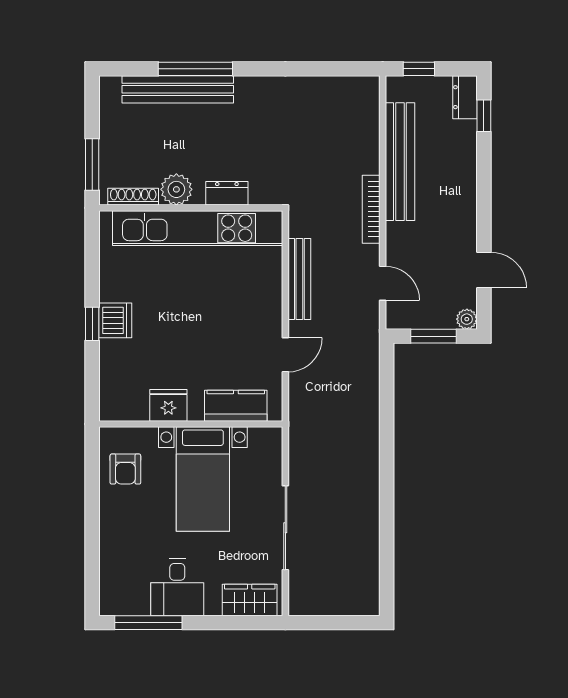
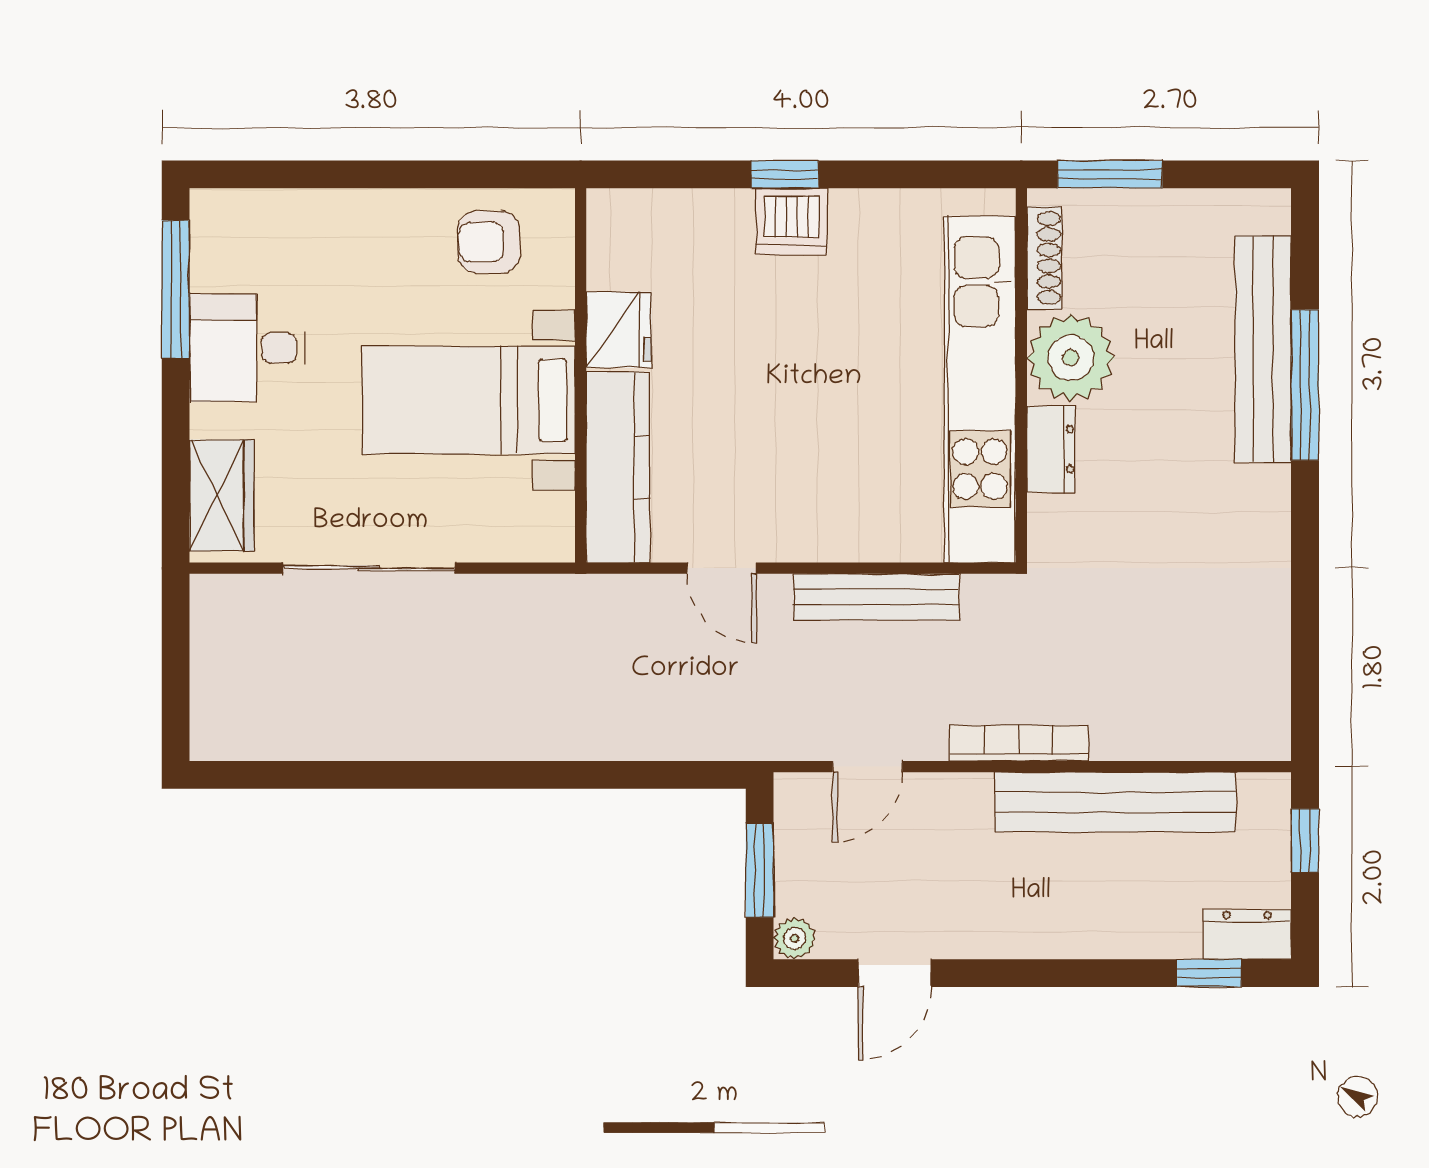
plant: (176, 189) -> (1071, 358), width x1.36, depth x1.36
kitchen counter: (236, 406) -> (618, 467), width x1.50

